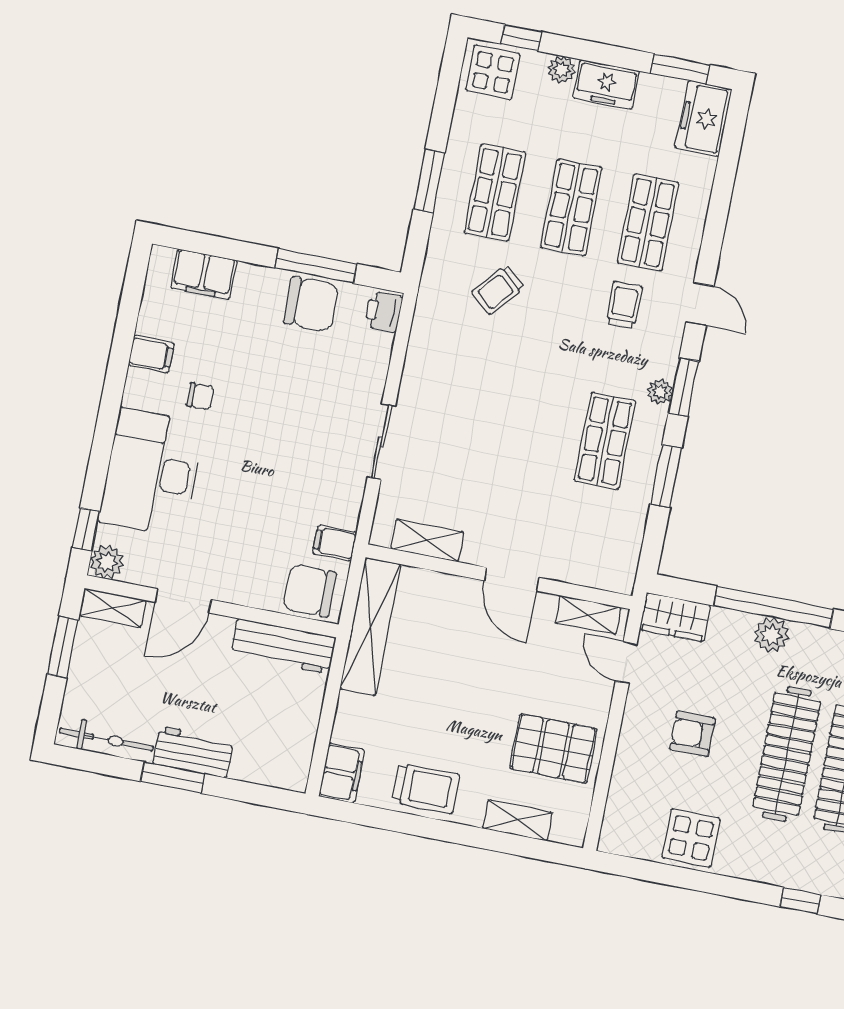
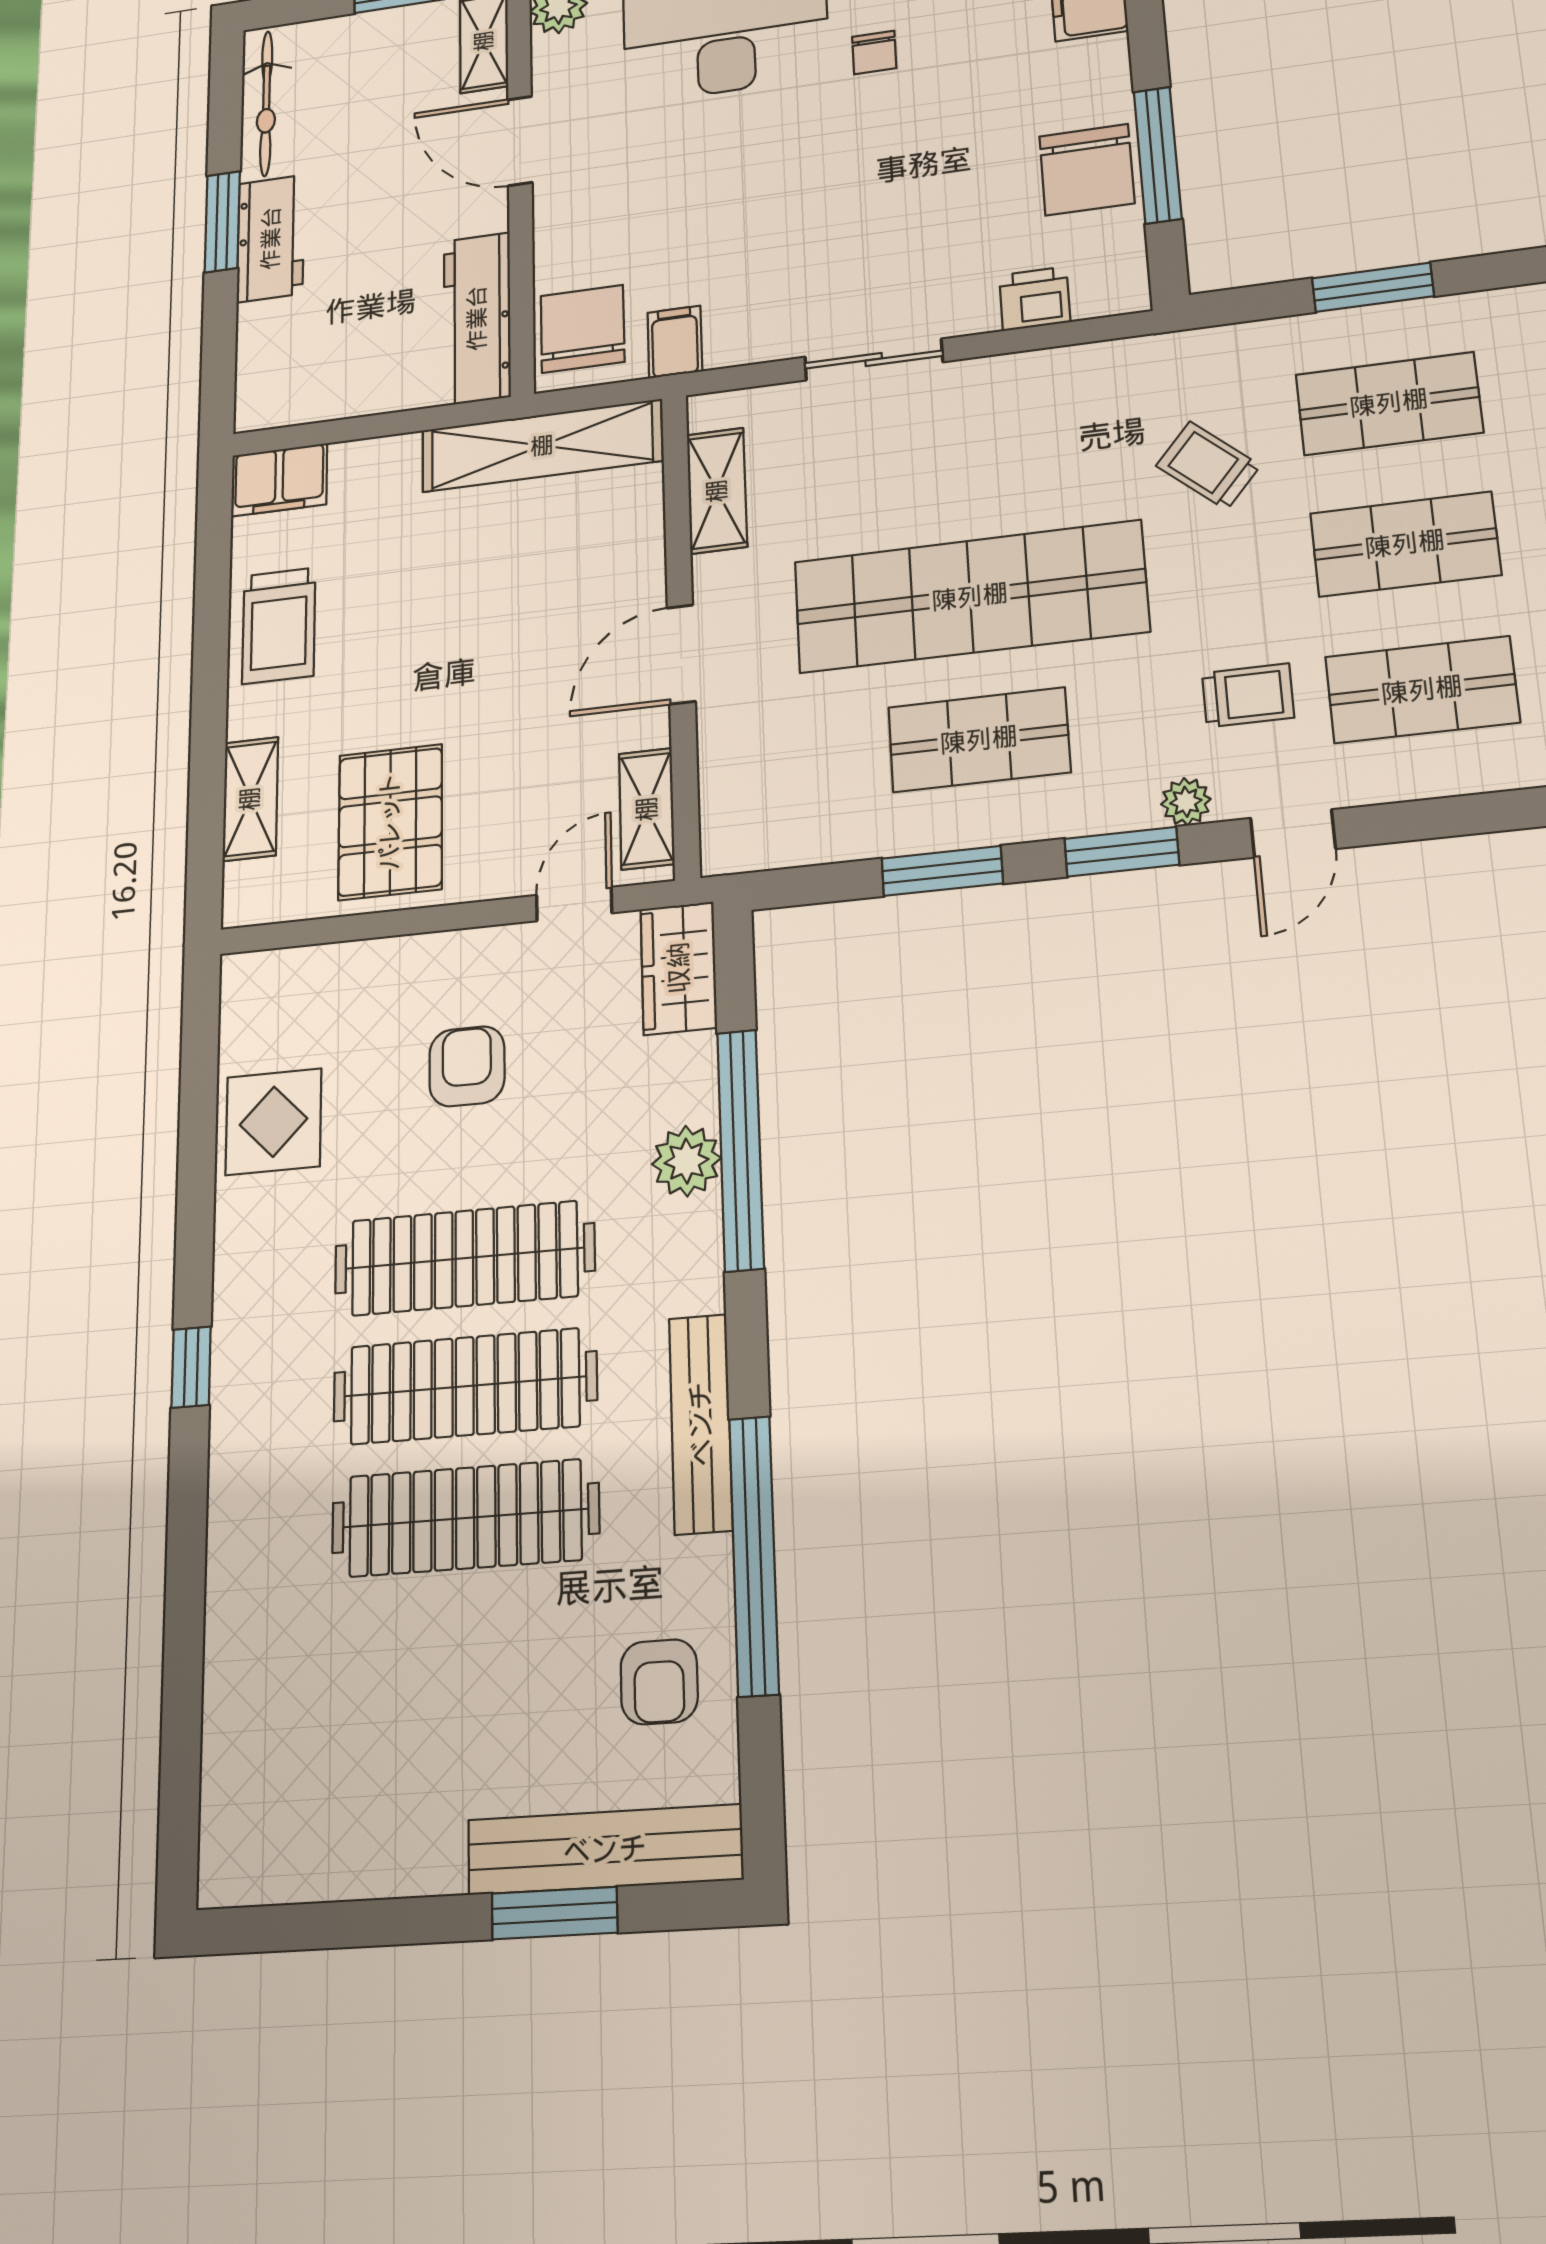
printer: (383, 312) -> (1035, 299), moved
plant: (660, 392) -> (1186, 802), moved
shop shelf: (529, 426) -> (970, 597), added

